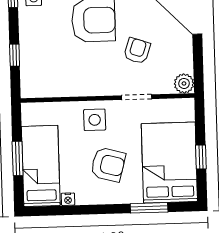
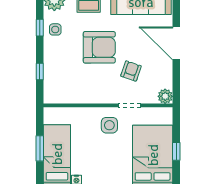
side table: (95, 120) -> (109, 125), moved
armchair: (108, 164) -> (107, 155), removed

